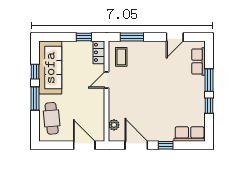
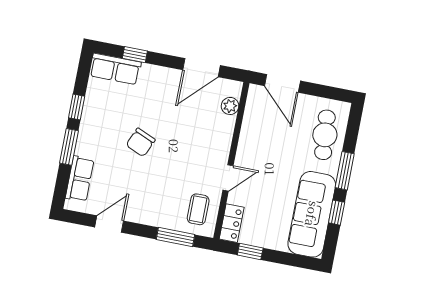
chair: (165, 92) -> (141, 142), added
door: (136, 145) -> (202, 68), hinge flipped
window: (166, 145) -> (135, 55), moved

